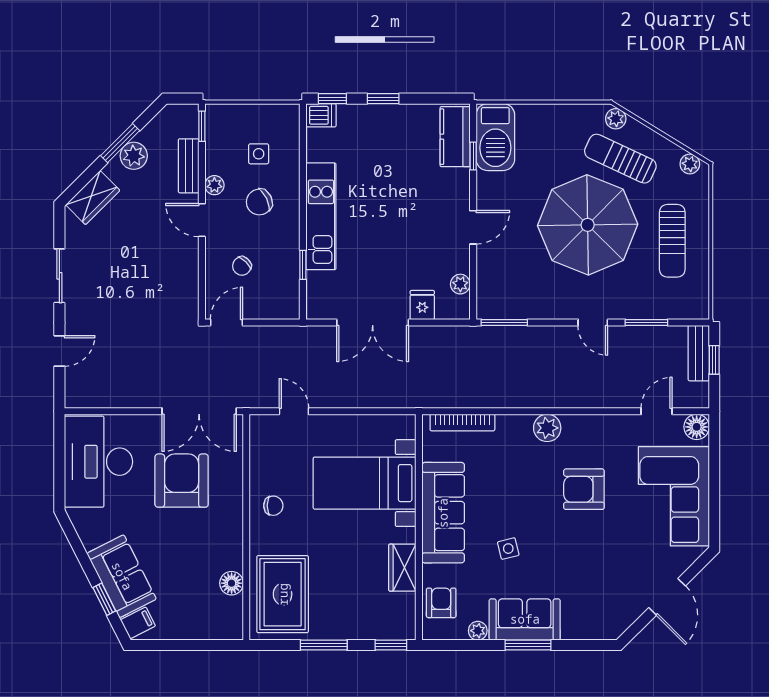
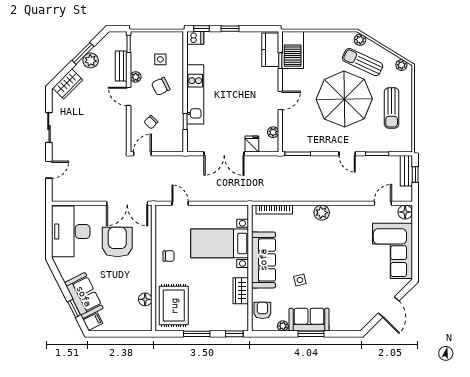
armchair: (584, 489) -> (342, 247), removed

